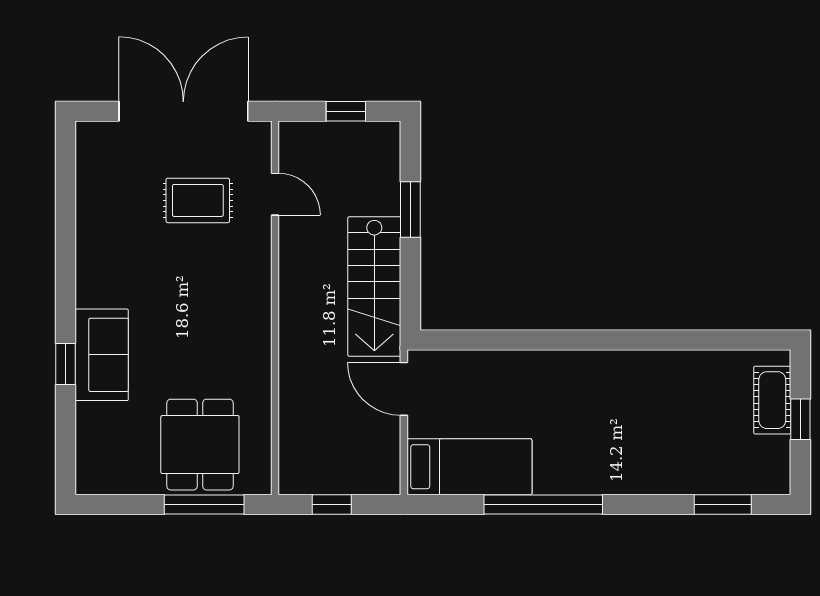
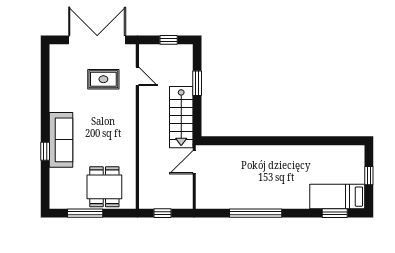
sofa: (102, 355) -> (61, 140), width x1.36
door: (404, 389) -> (194, 162), hinge flipped
cot: (772, 400) -> (357, 167), removed
bed: (469, 467) -> (337, 197), moved, turned 180
window: (204, 504) -> (85, 213), moved

